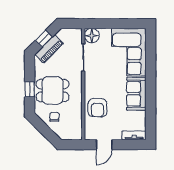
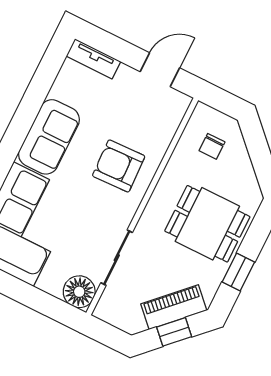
window: (30, 89) -> (238, 272), moved
armchair: (97, 108) -> (119, 166), moved, turned -92
chair: (54, 117) -> (212, 146), moved

